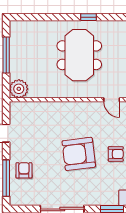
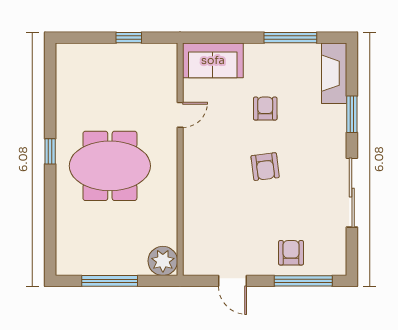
armchair: (79, 154) -> (265, 167), width x0.53, depth x0.53
armchair: (24, 170) -> (291, 253), turned 90

